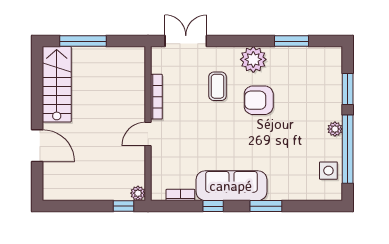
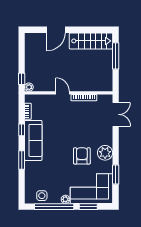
corner sofa: (316, 83) -> (92, 189), added
coffee table: (218, 86) -> (90, 132), removed

